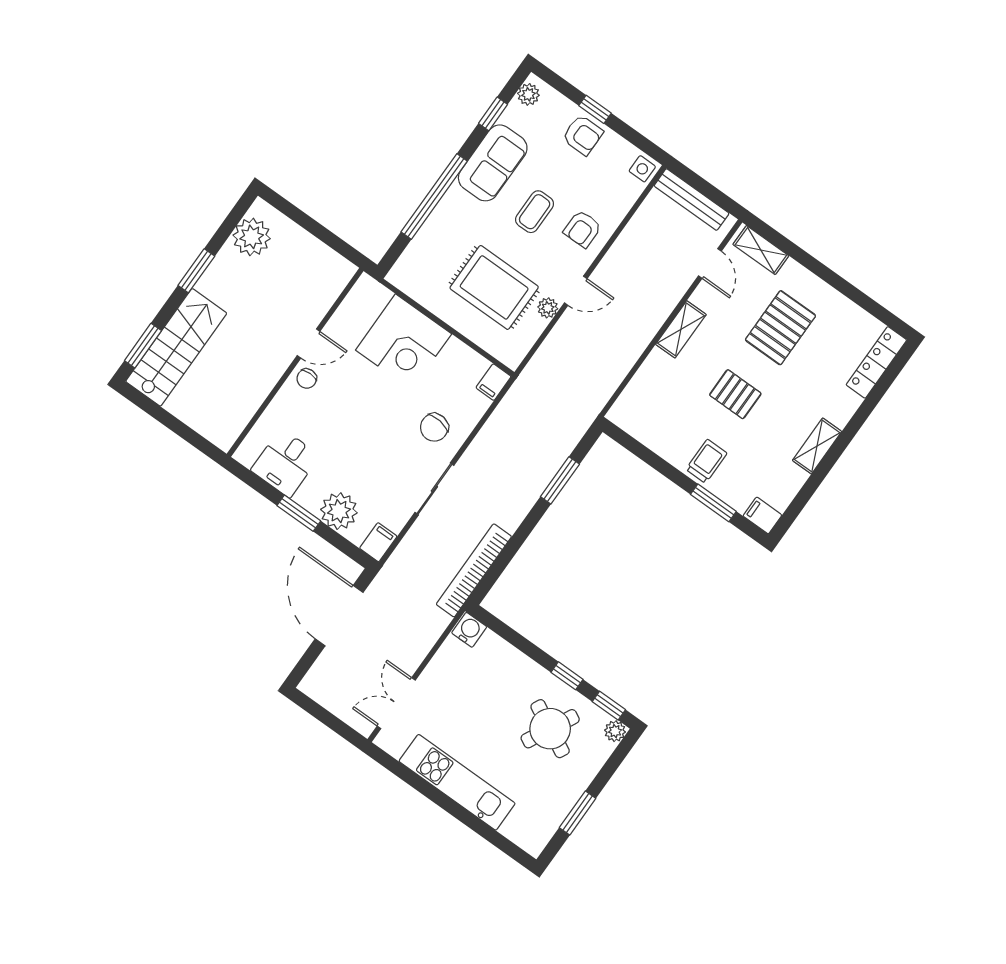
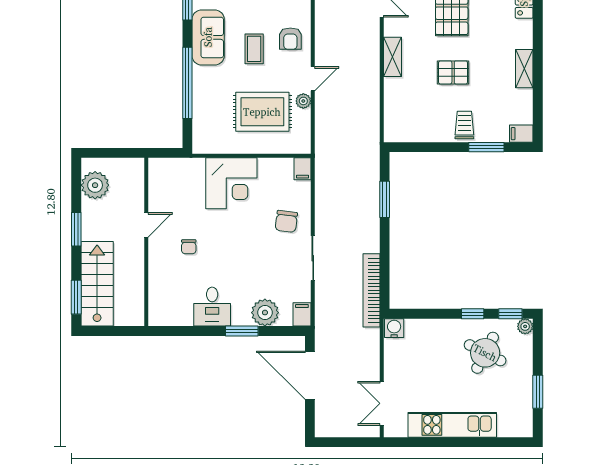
door: (309, 344) -> (146, 225), moved
wall: (295, 362) -> (146, 242), moved

